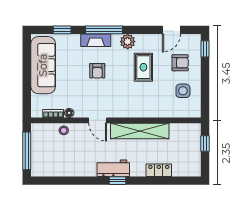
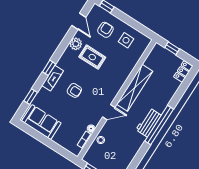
window: (104, 30) -> (49, 68), width x0.46
plant: (128, 42) -> (76, 44), moved
sofa: (43, 65) -> (41, 122), width x0.73
locker: (159, 170) -> (183, 72), moved
window: (117, 181) -> (159, 125), width x3.17

